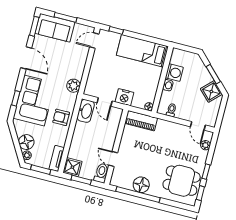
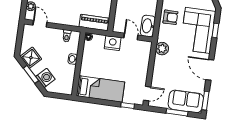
washing machine: (174, 73) -> (45, 78), moved, turned 135

